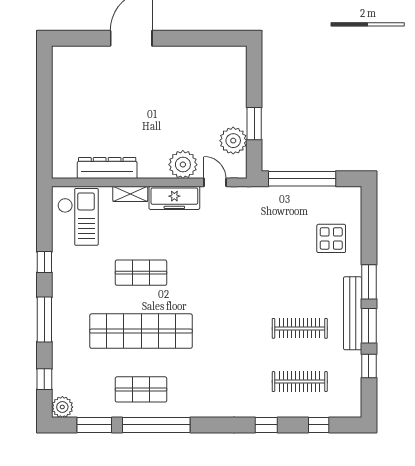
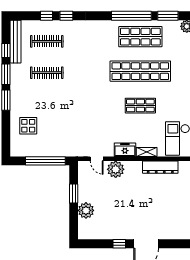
window: (177, 38) -> (119, 244), added
plant: (233, 141) -> (86, 210), moved
freezer: (174, 198) -> (125, 150), width x0.71
bench: (353, 313) -> (16, 42), moved
shop shelf: (141, 389) -> (140, 37), width x1.43, depth x1.36
window: (319, 425) -> (46, 16), moved

